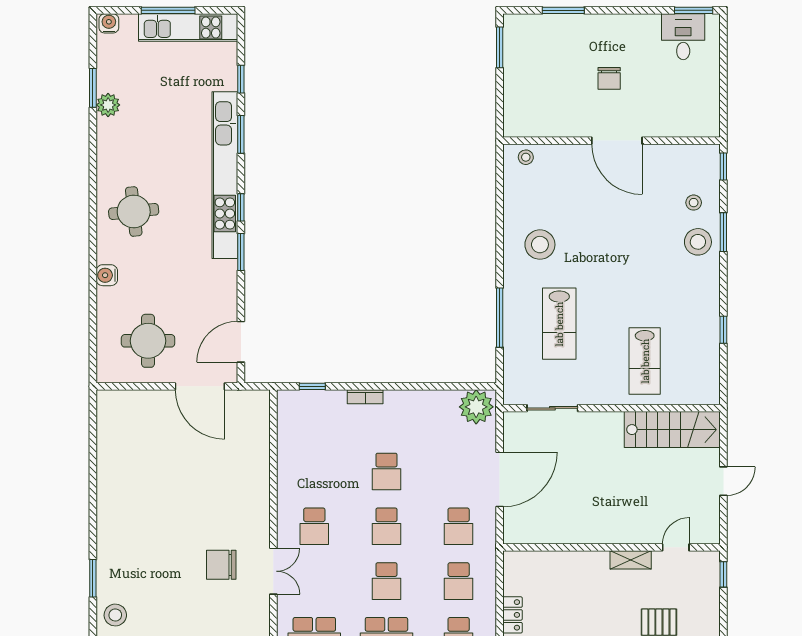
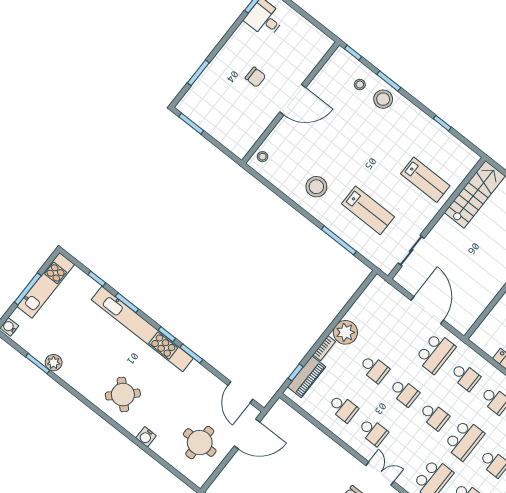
round table: (134, 212) -> (123, 395), turned -38
piano: (317, 402) -> (306, 377), added
plant: (476, 407) -> (345, 332), moved
school desk: (314, 471) -> (343, 408), added
school desk: (459, 526) -> (435, 353), width x1.85

